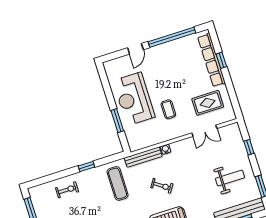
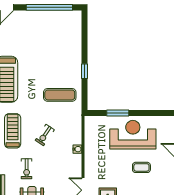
coffee table: (168, 109) -> (141, 167), moved
bench: (143, 157) -> (77, 126), removed
exercise bike: (67, 190) -> (27, 169), moved

